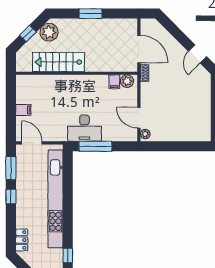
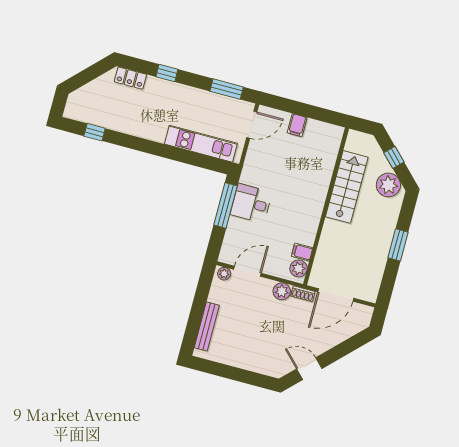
plant: (147, 89) -> (282, 291), added
desk: (84, 128) -> (251, 203), width x0.73
bench: (187, 136) -> (207, 326), added
window: (11, 197) -> (167, 73), moved
kitchen unit: (55, 199) -> (201, 144), width x0.54

